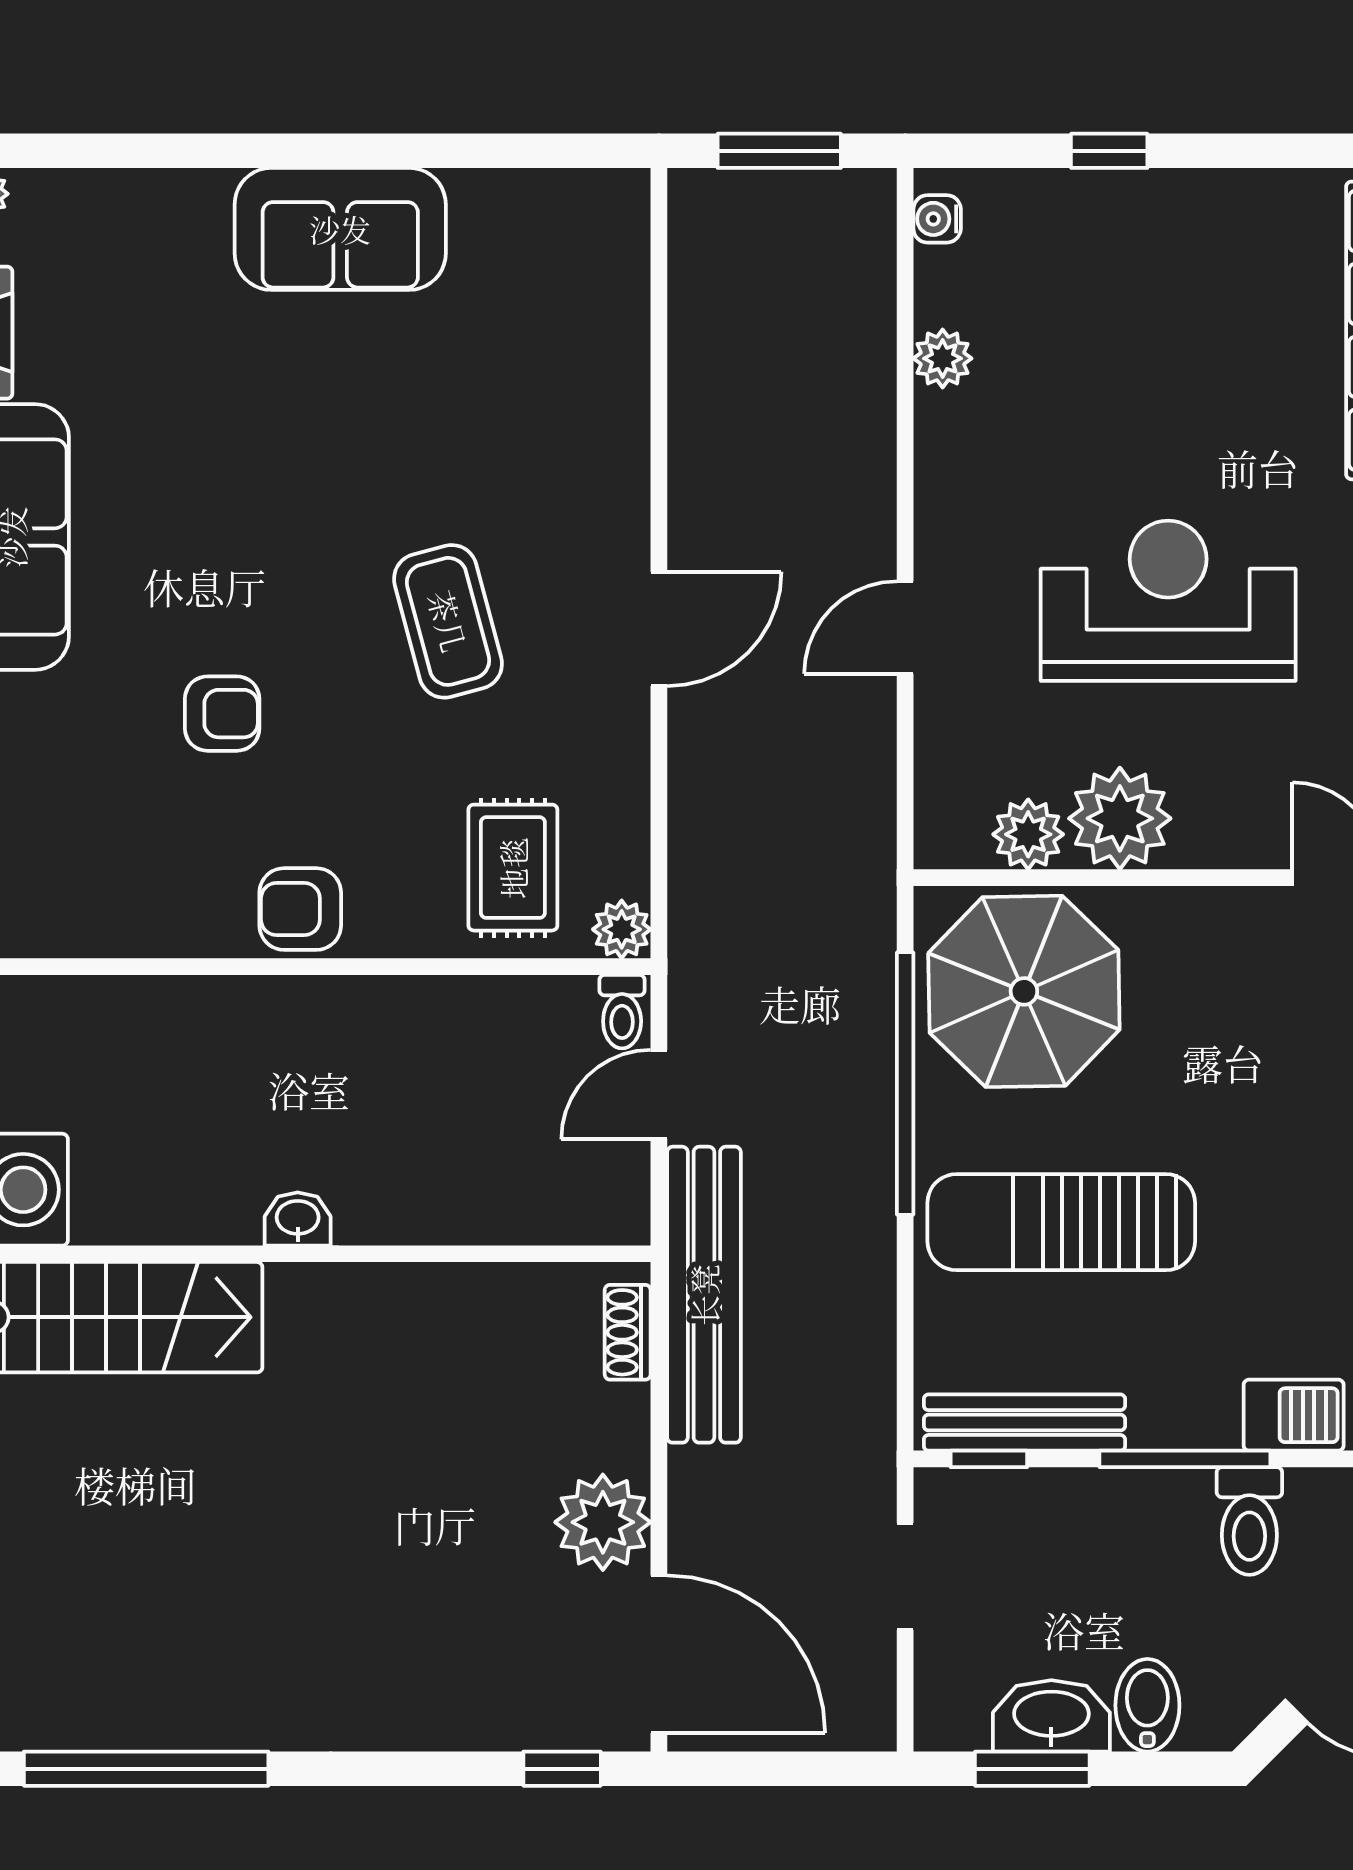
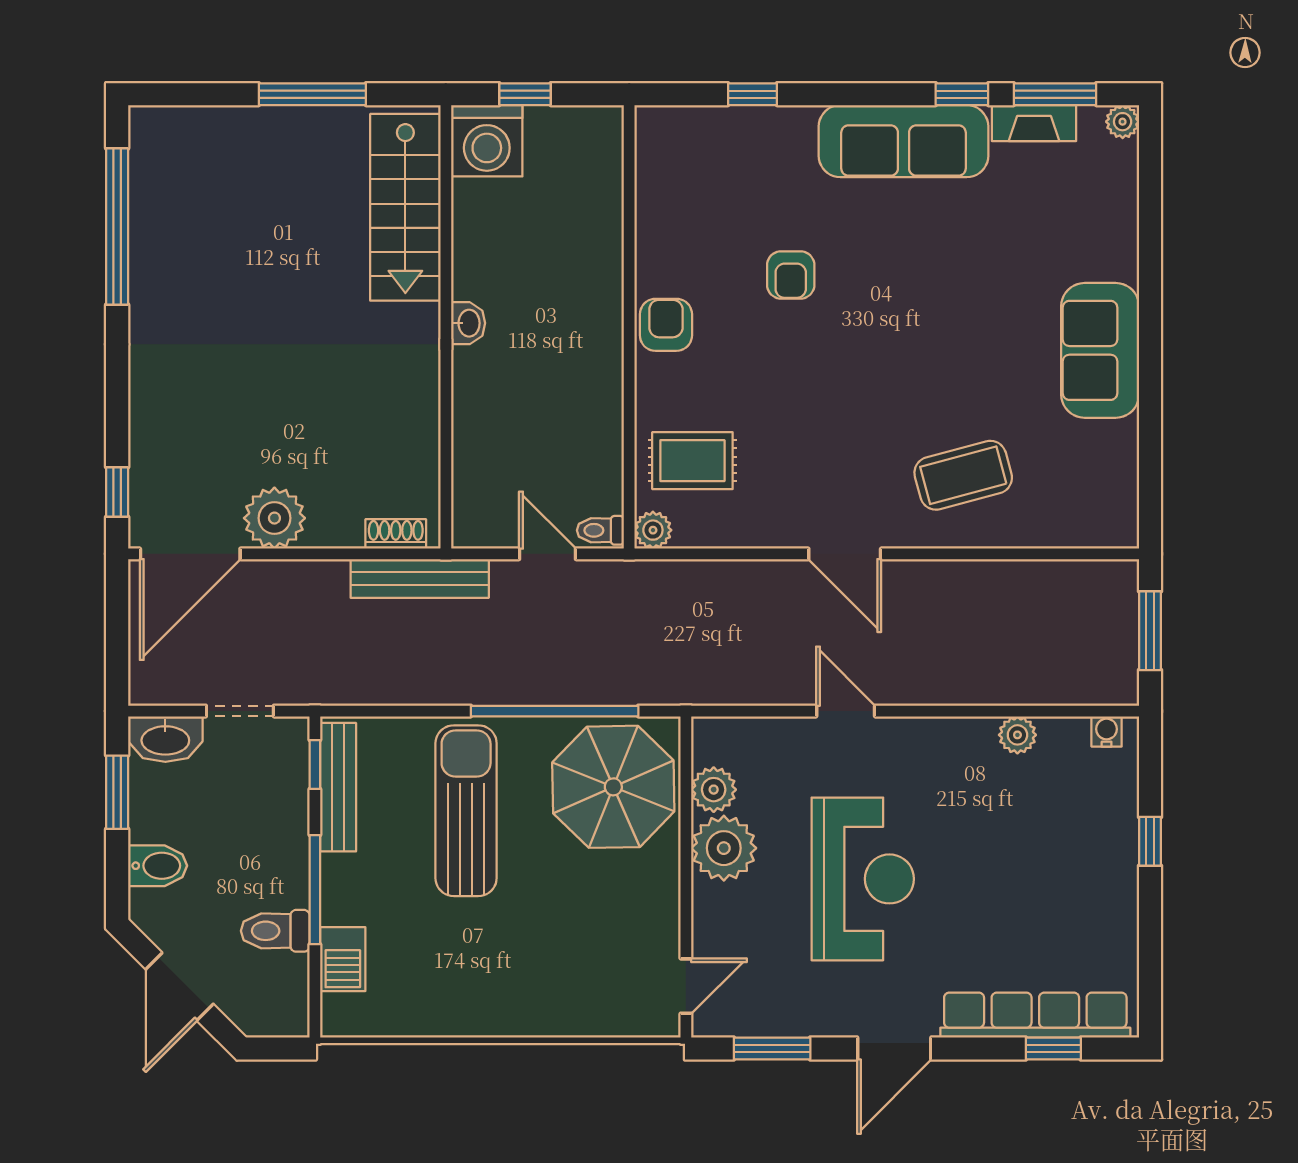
coffee table: (448, 621) -> (963, 475), moved
bench: (704, 1295) -> (420, 578), width x0.73, depth x0.82
washbasin: (1051, 1716) -> (165, 739), moved, turned 90

